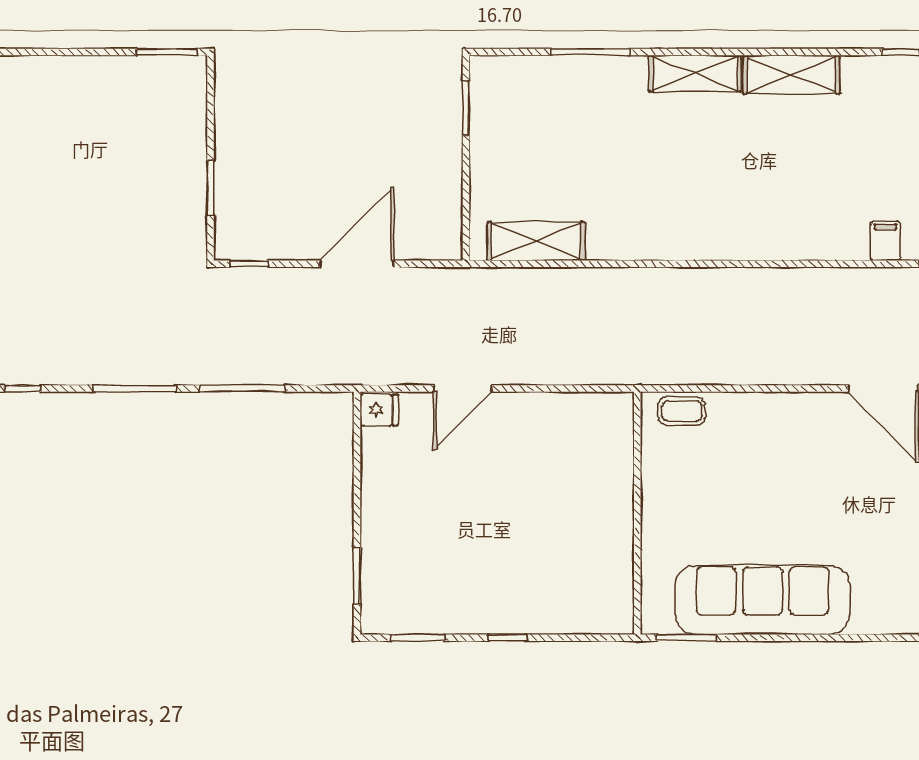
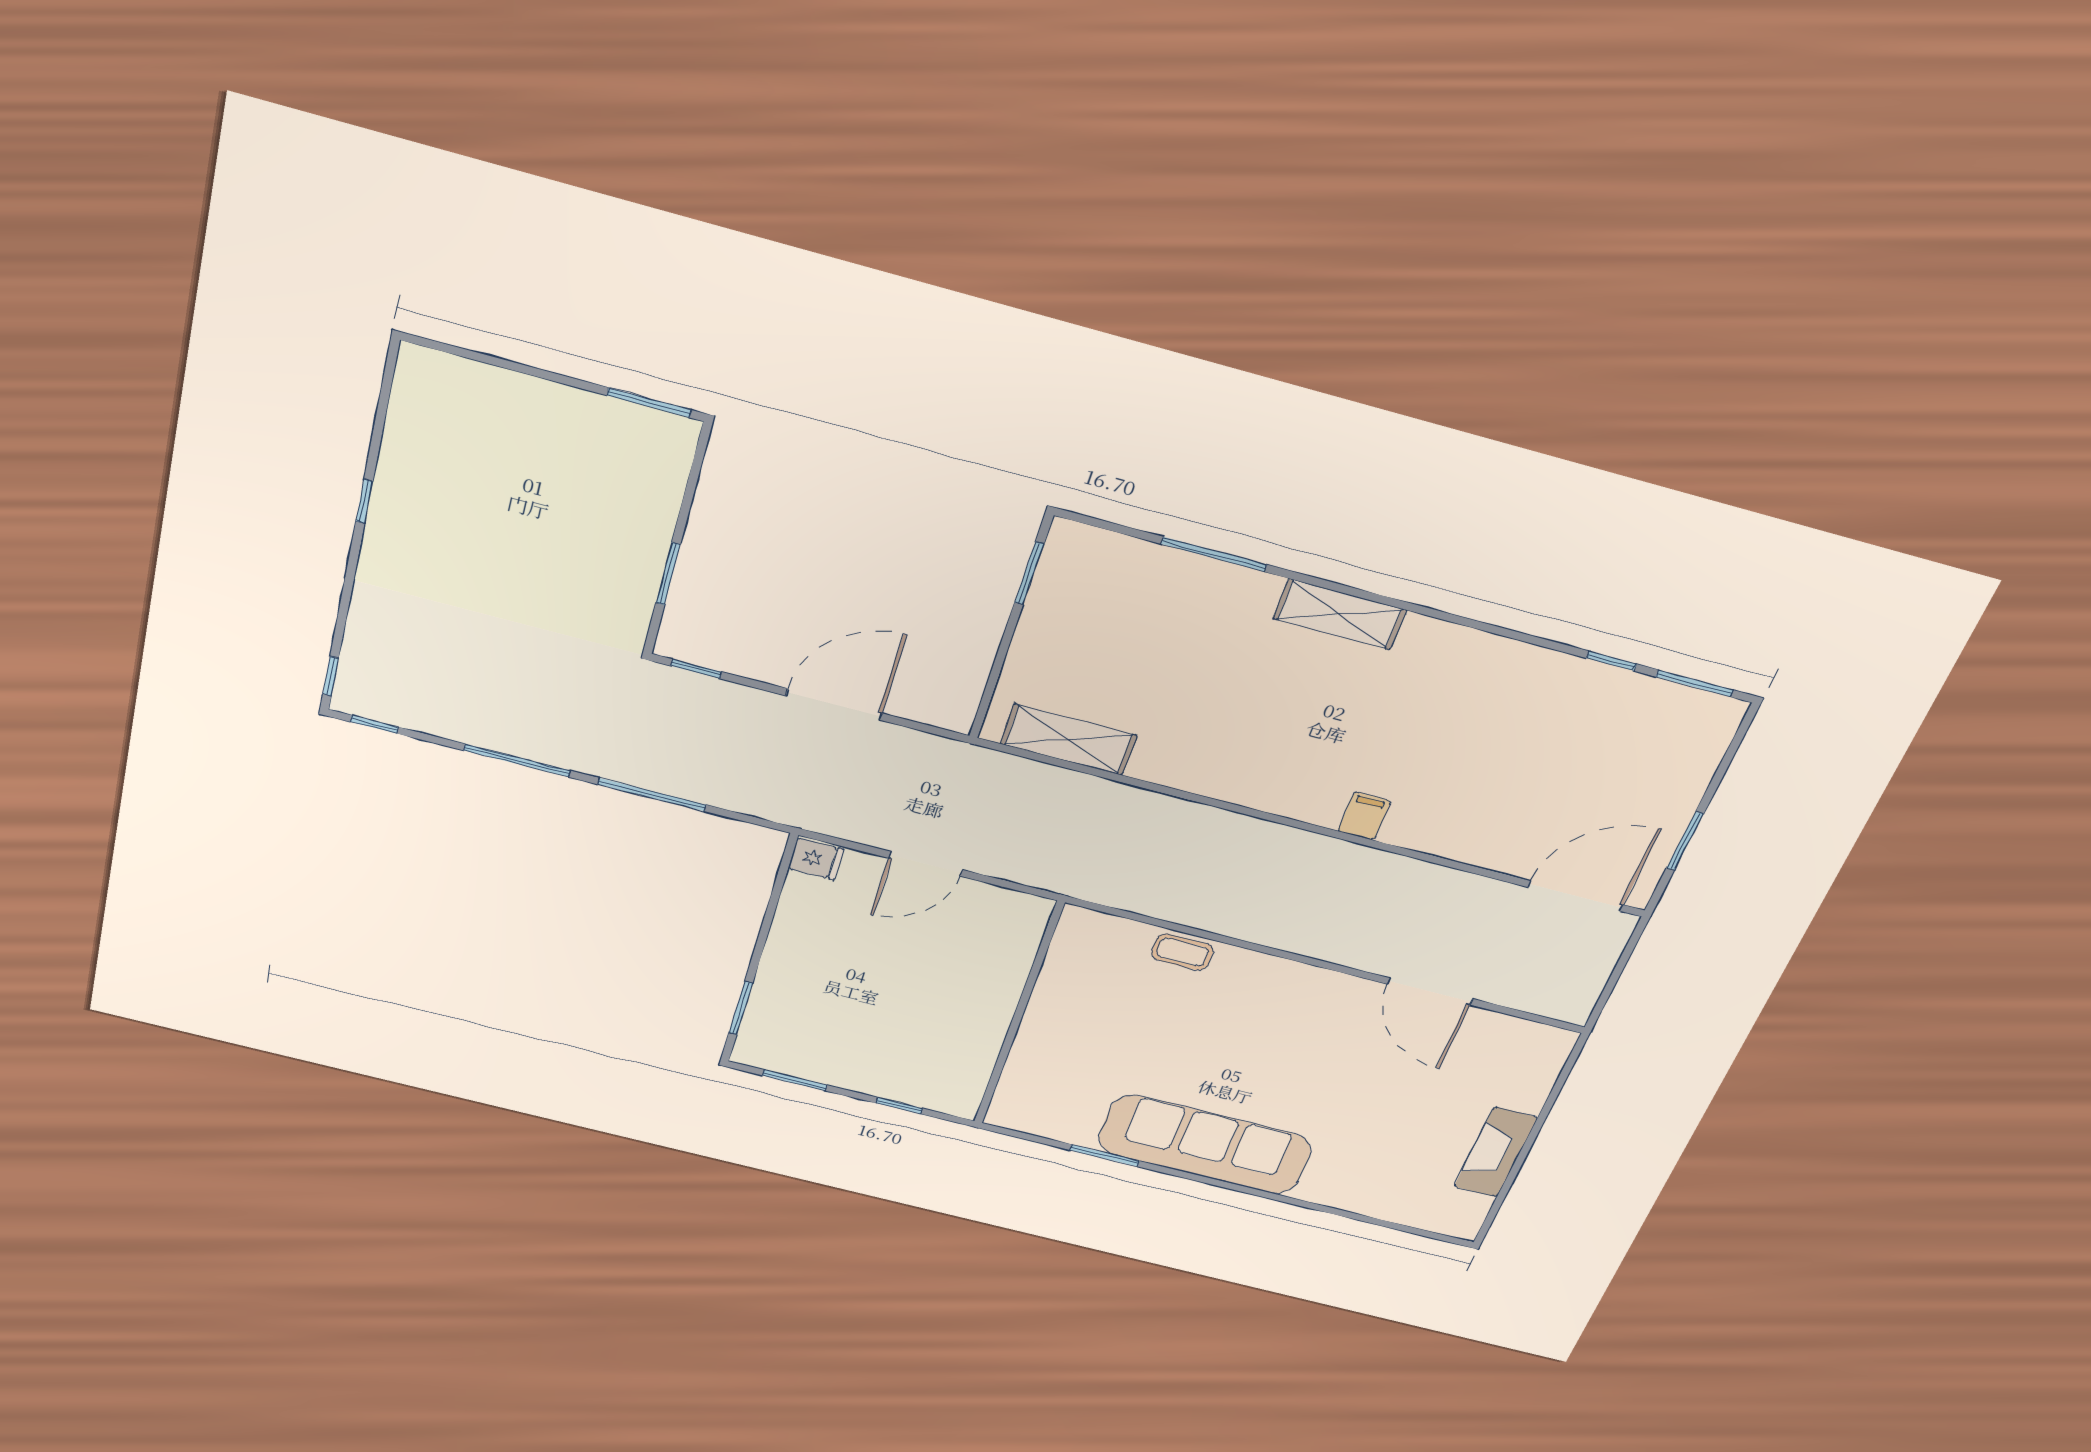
shelving: (792, 74) -> (1462, 648), removed
filing cabinet: (885, 241) -> (1364, 816), moved
wall: (637, 513) -> (1019, 1015), moved

